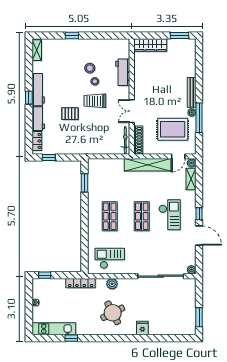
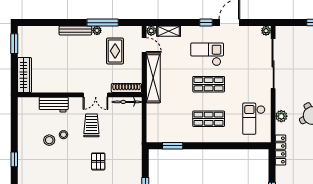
trolley: (95, 101) -> (91, 125), moved, turned 180
rug: (173, 129) -> (115, 51), width x0.73, depth x0.70

